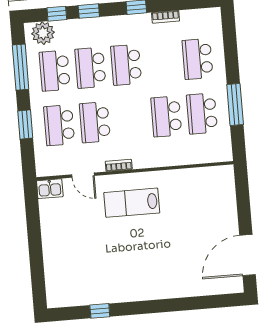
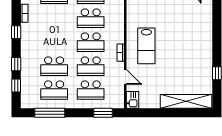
plant: (43, 33) -> (28, 96), removed
school desk: (126, 65) -> (91, 42), moved
window: (25, 124) -> (103, 113), moved
door: (83, 175) -> (125, 77), hinge flipped
shelving: (54, 268) -> (186, 101), added

